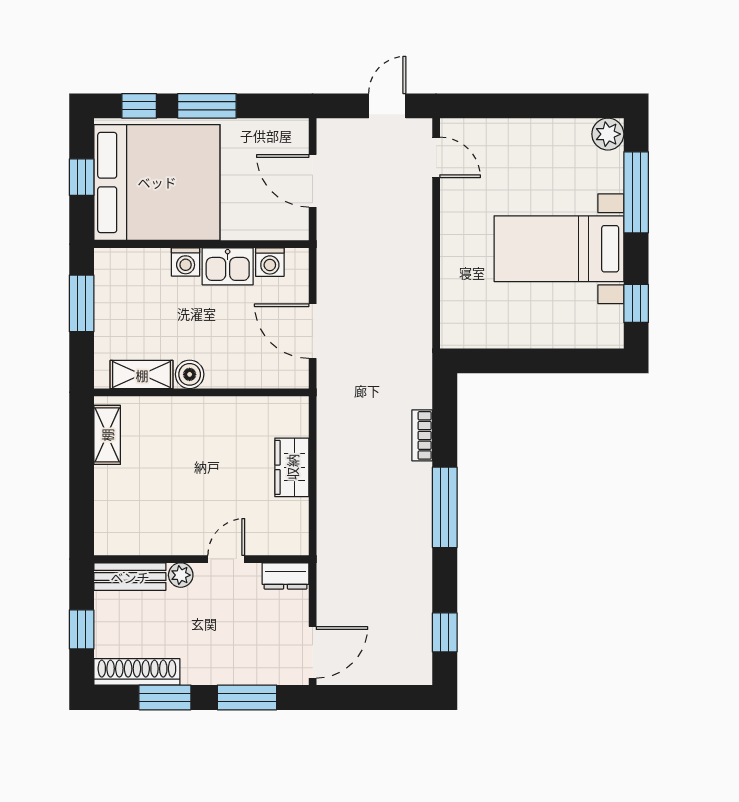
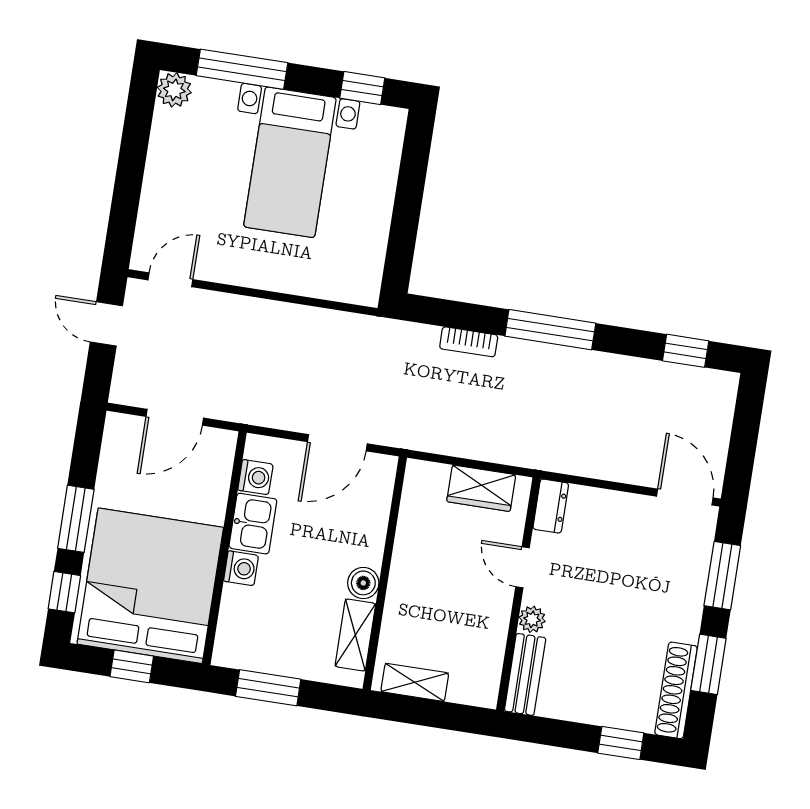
wall: (201, 559) -> (518, 594), moved
door: (226, 559) -> (523, 567), moved
plant: (181, 575) -> (532, 619), moved
dresser: (286, 576) -> (551, 506), moved
bench: (130, 577) -> (525, 674), moved

